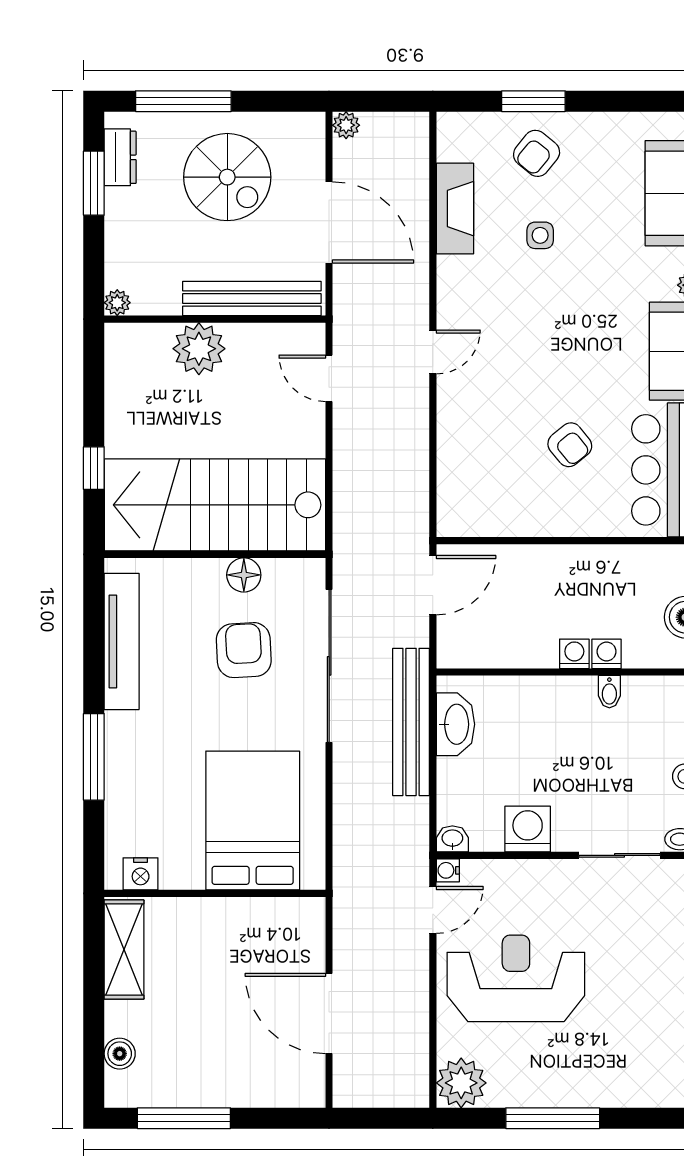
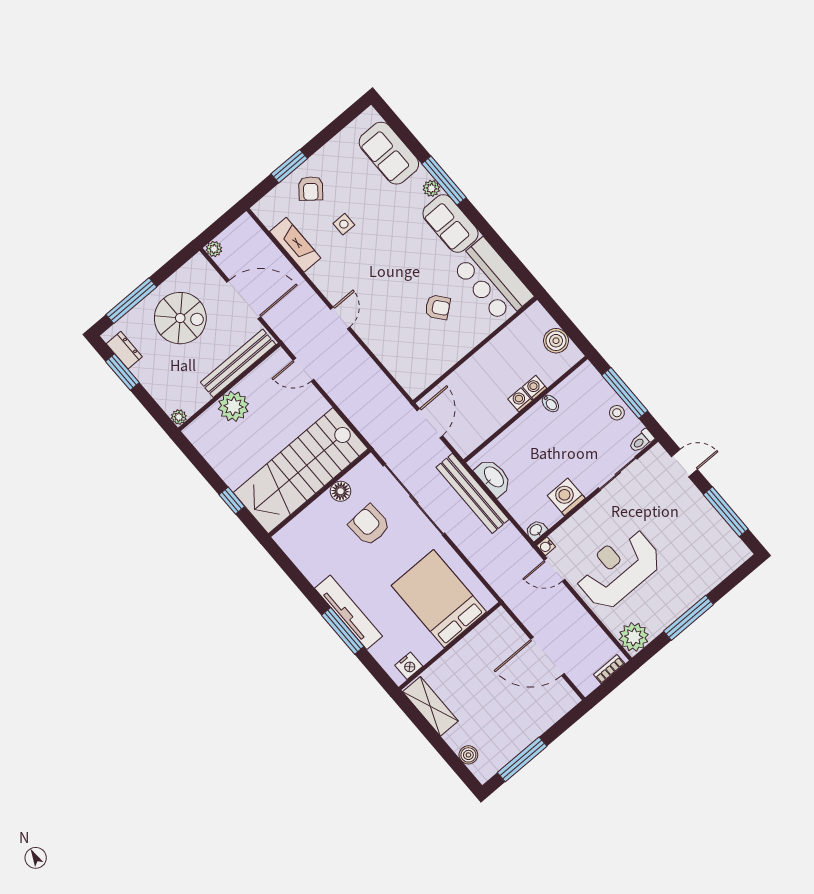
tv unit: (122, 641) -> (348, 612), moved
door: (433, 910) -> (555, 570), swing flipped
bookcase: (394, 1097) -> (609, 669), added

